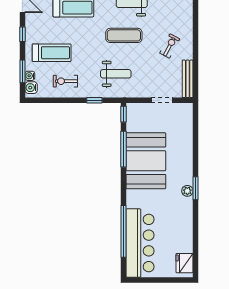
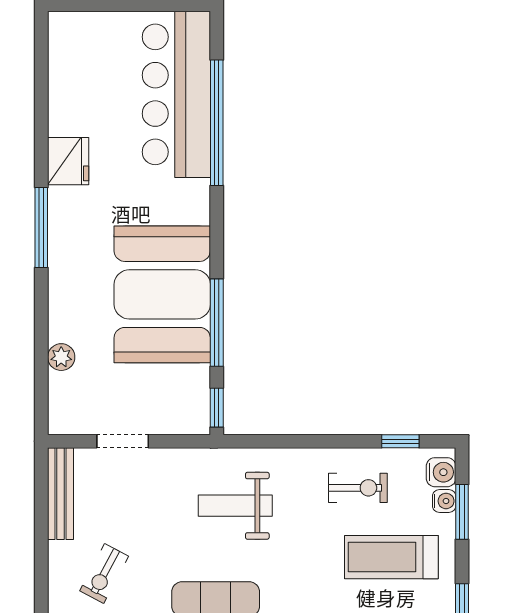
window: (94, 100) -> (400, 441), moved
window: (196, 188) -> (41, 228), width x1.44
plant: (187, 191) -> (61, 357), moved
fridge: (185, 263) -> (68, 161), moved

